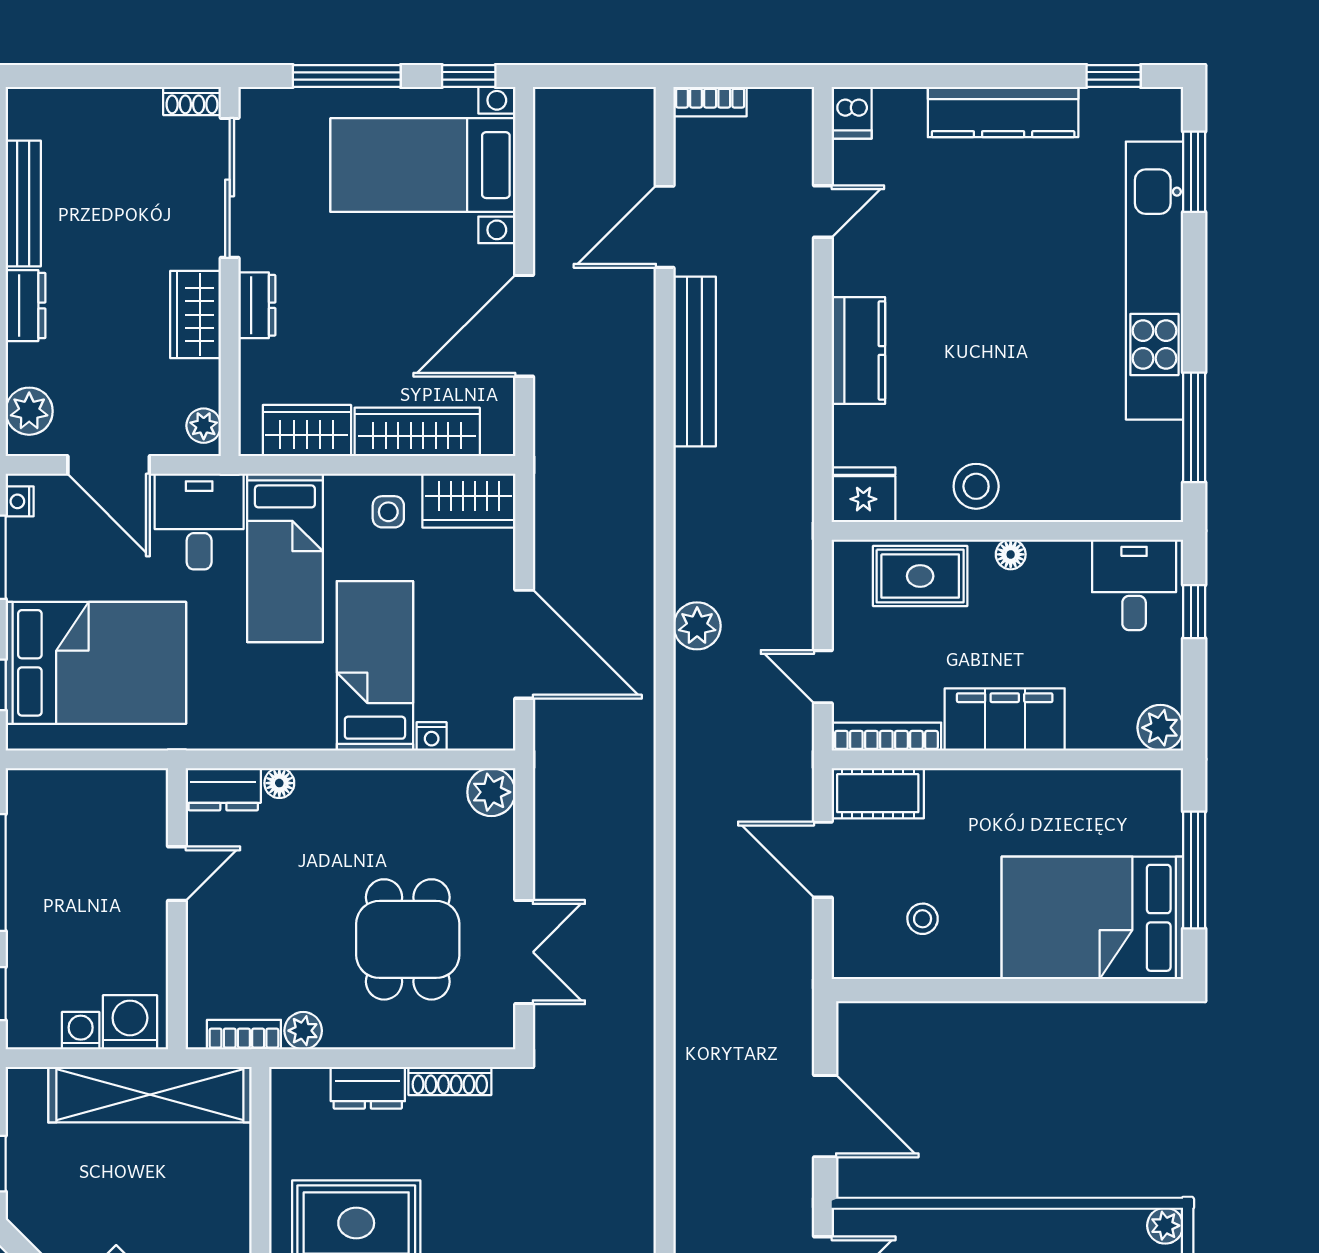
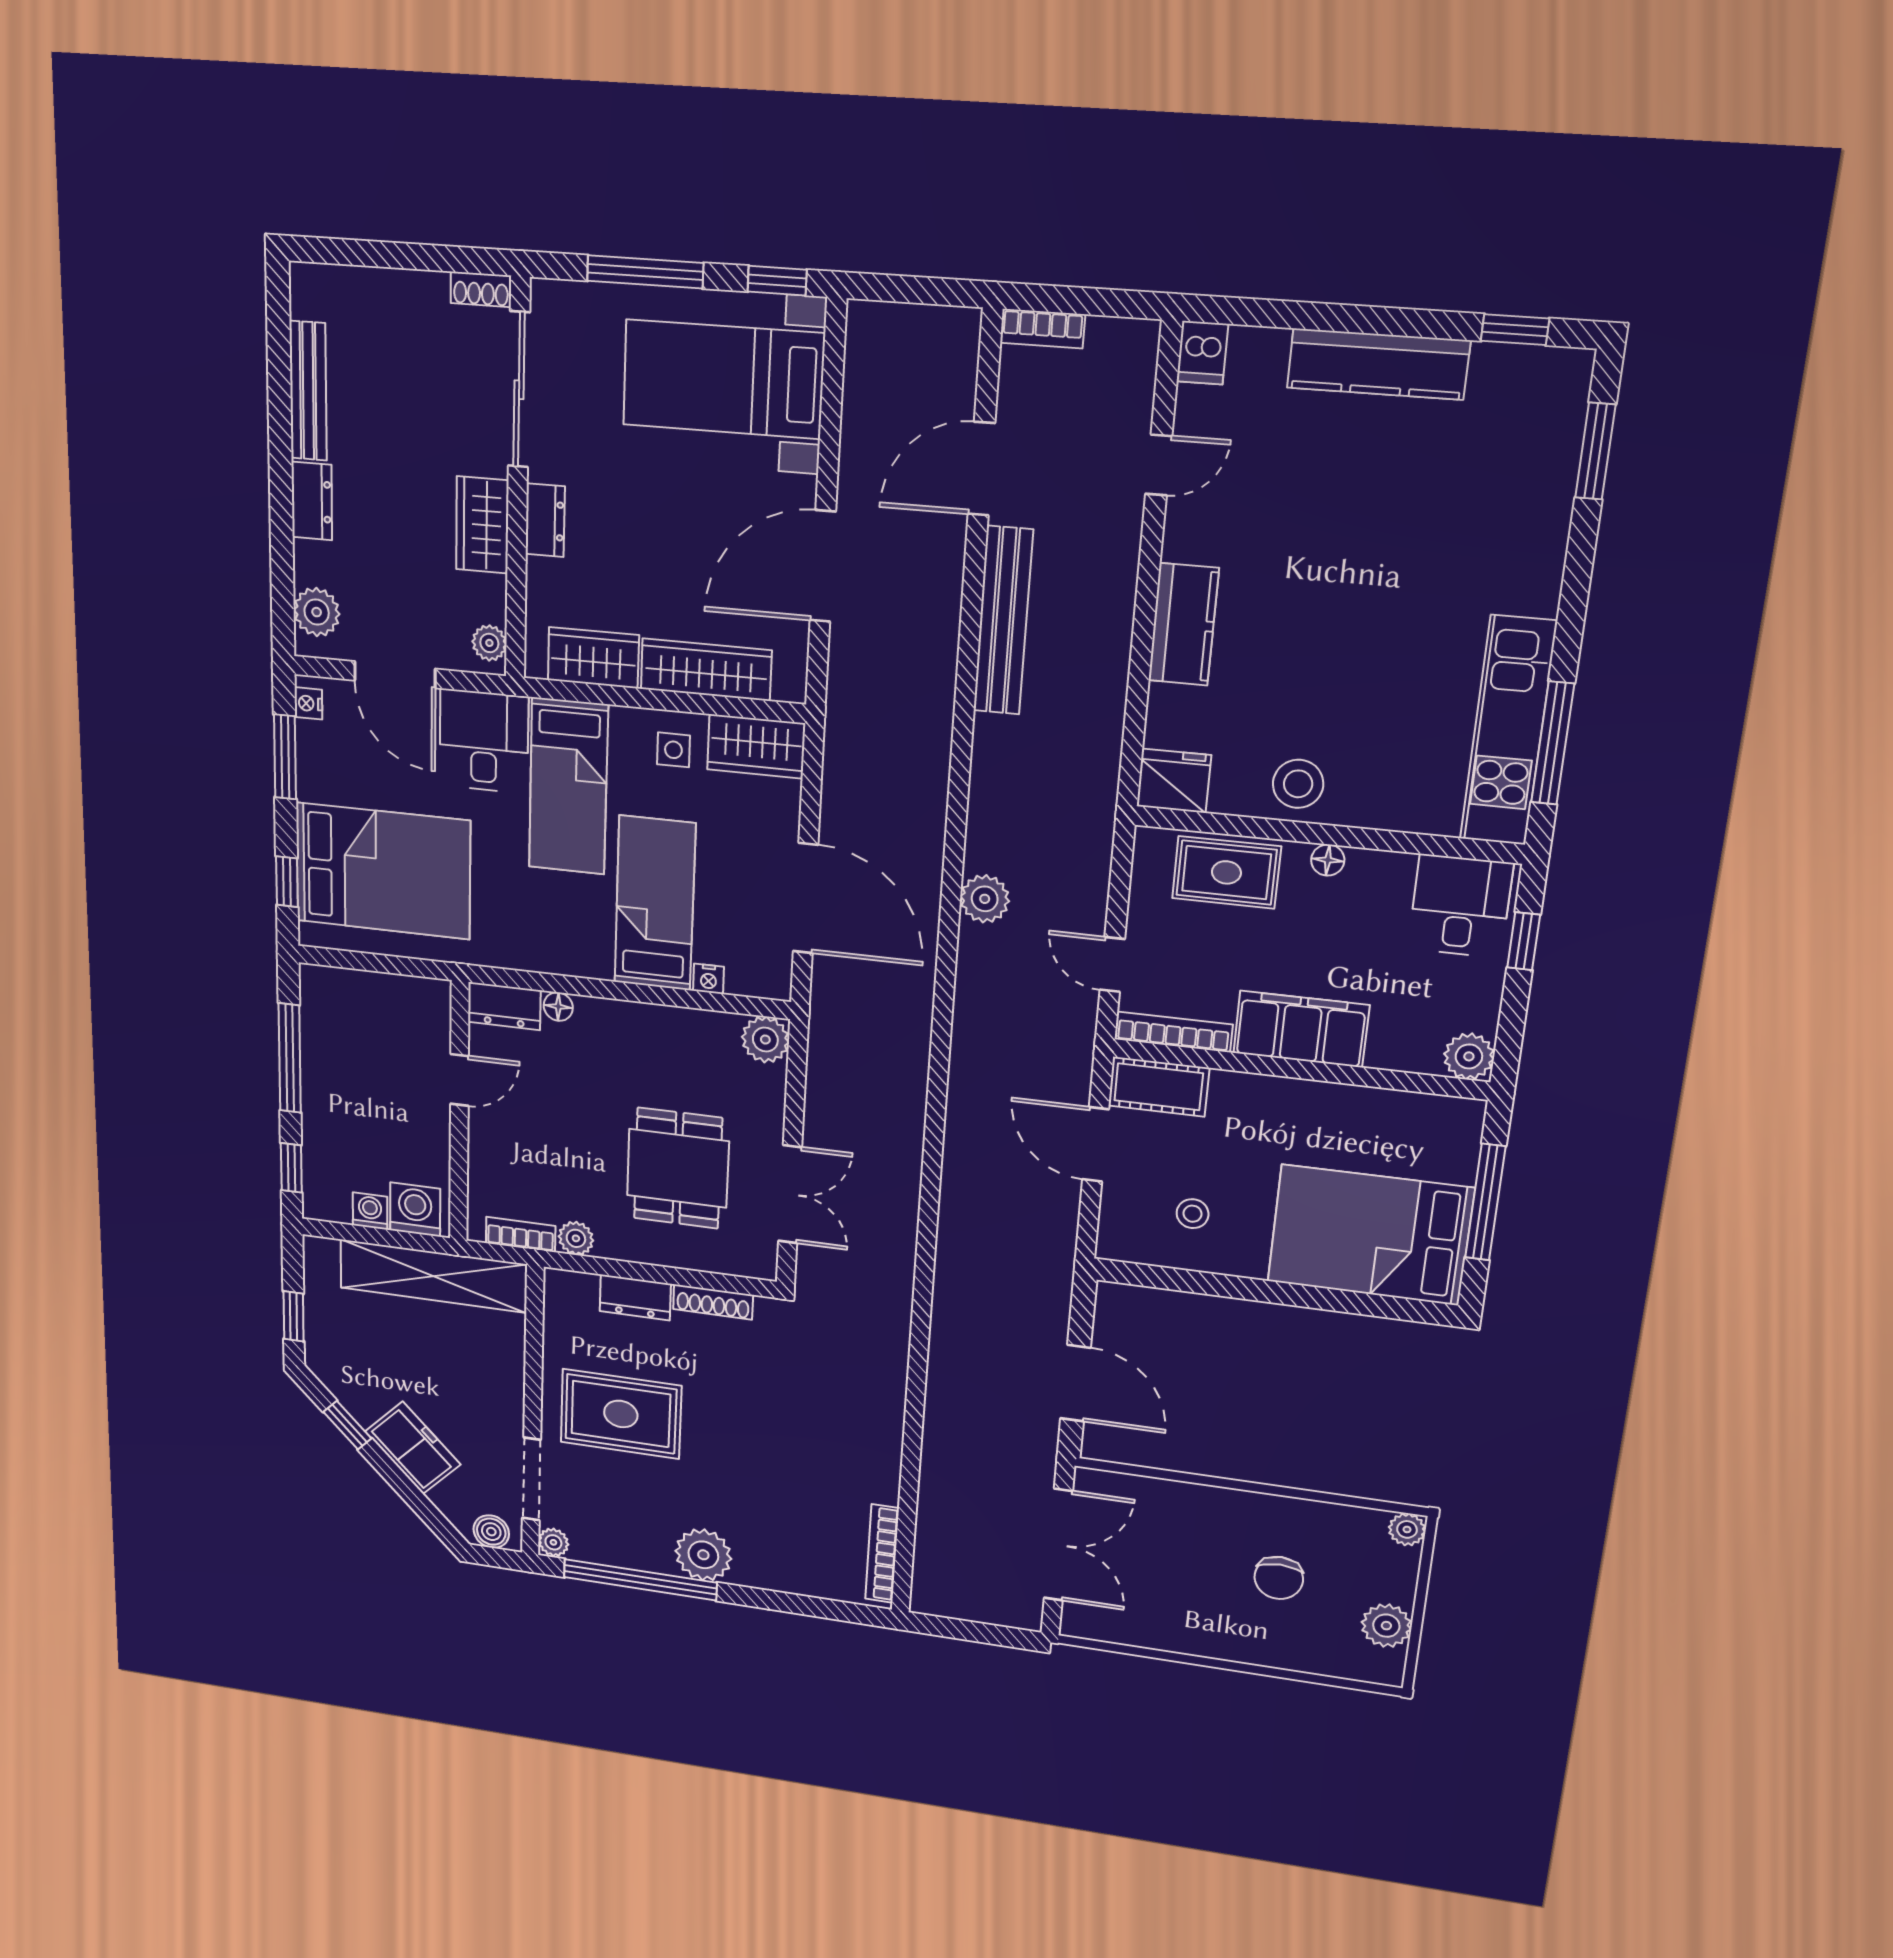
kitchen unit: (1154, 281) -> (1508, 731), moved, width x0.73

